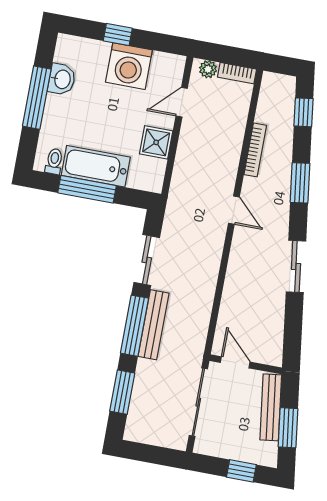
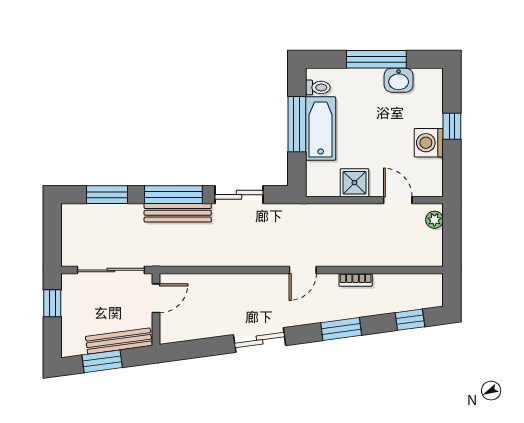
washing machine: (129, 66) -> (429, 143), width x0.73, depth x0.73
bookcase: (237, 73) -> (436, 248), removed
bookcase: (255, 150) -> (356, 280), width x0.64
window: (241, 471) -> (52, 303), moved

